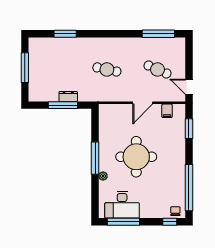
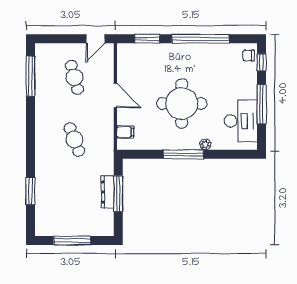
cafe table: (107, 69) -> (74, 140), turned -33
cafe table: (158, 69) -> (74, 77), turned -39
dresser: (68, 96) -> (108, 192), width x1.44
filing cabinet: (167, 111) -> (125, 132), moved
window: (189, 188) -> (200, 39), moved
window: (123, 222) -> (262, 104), moved

